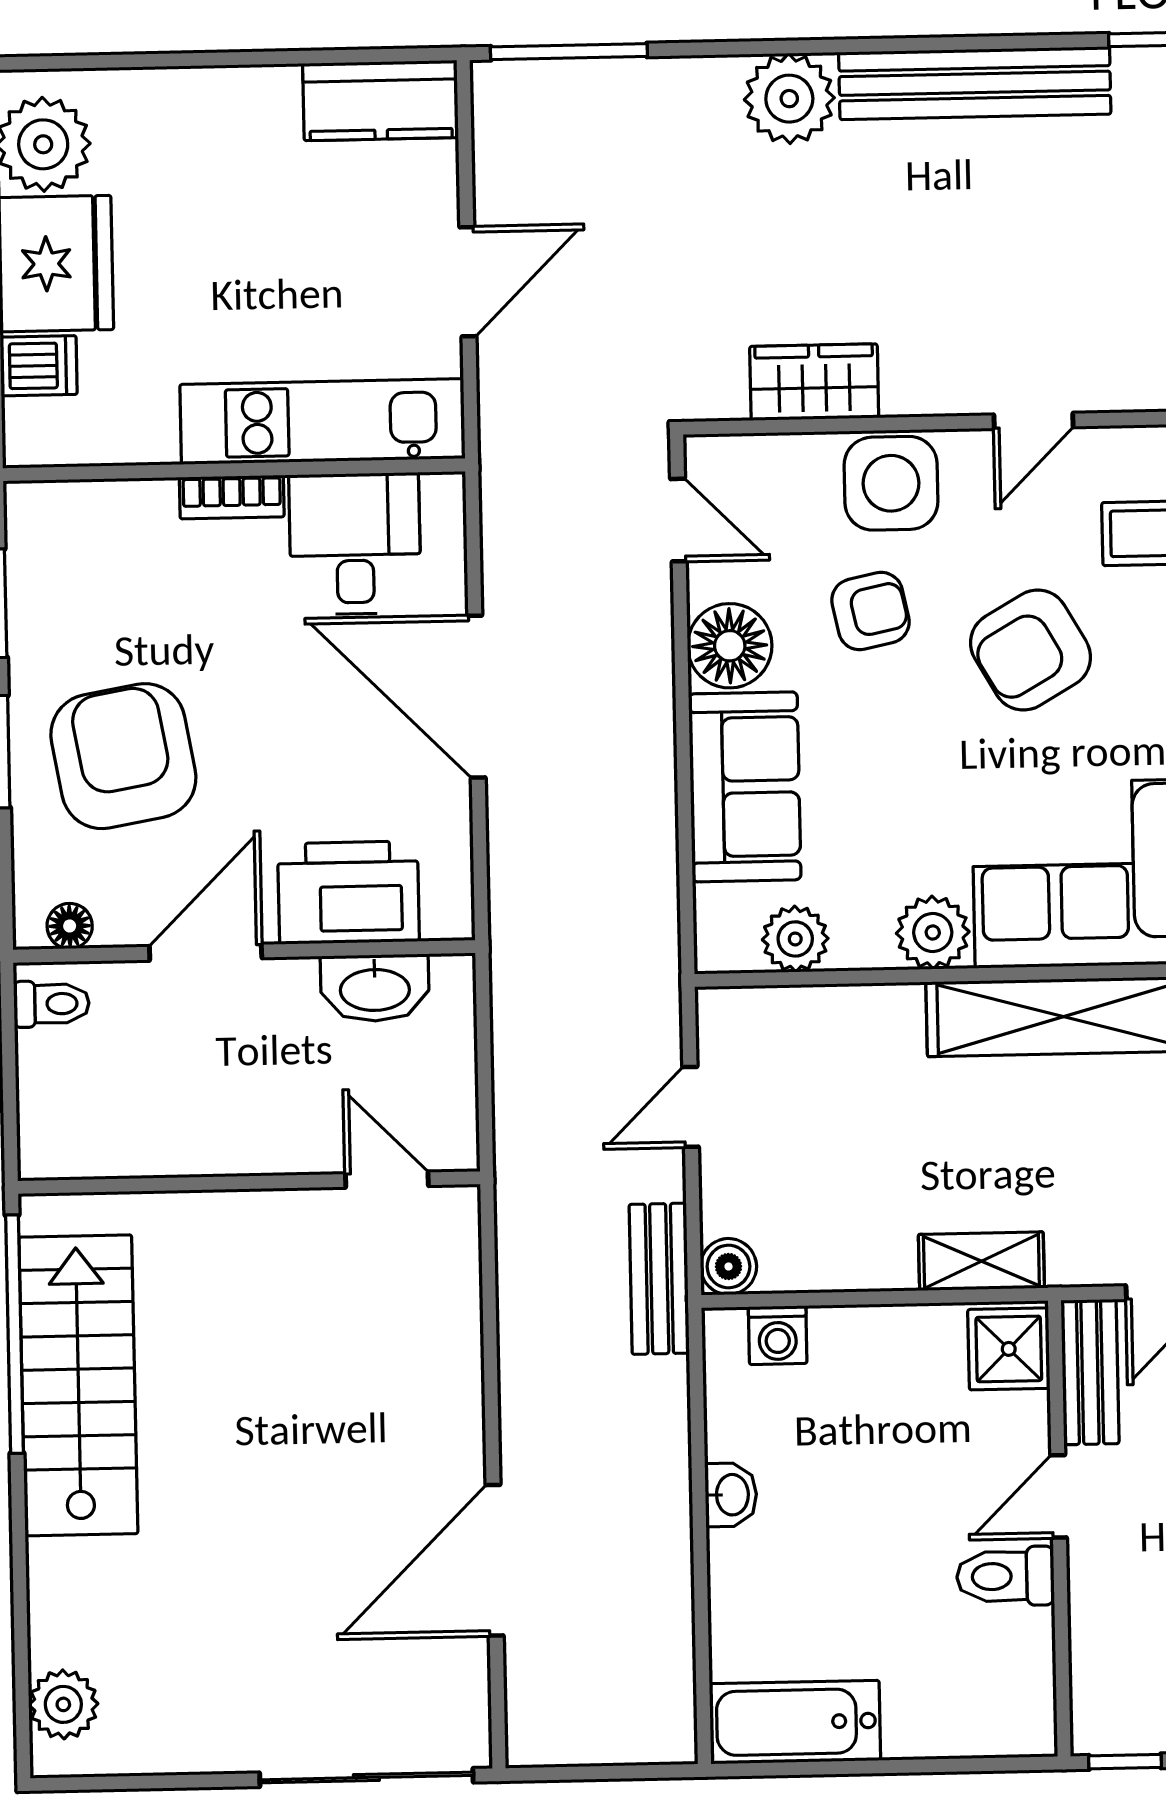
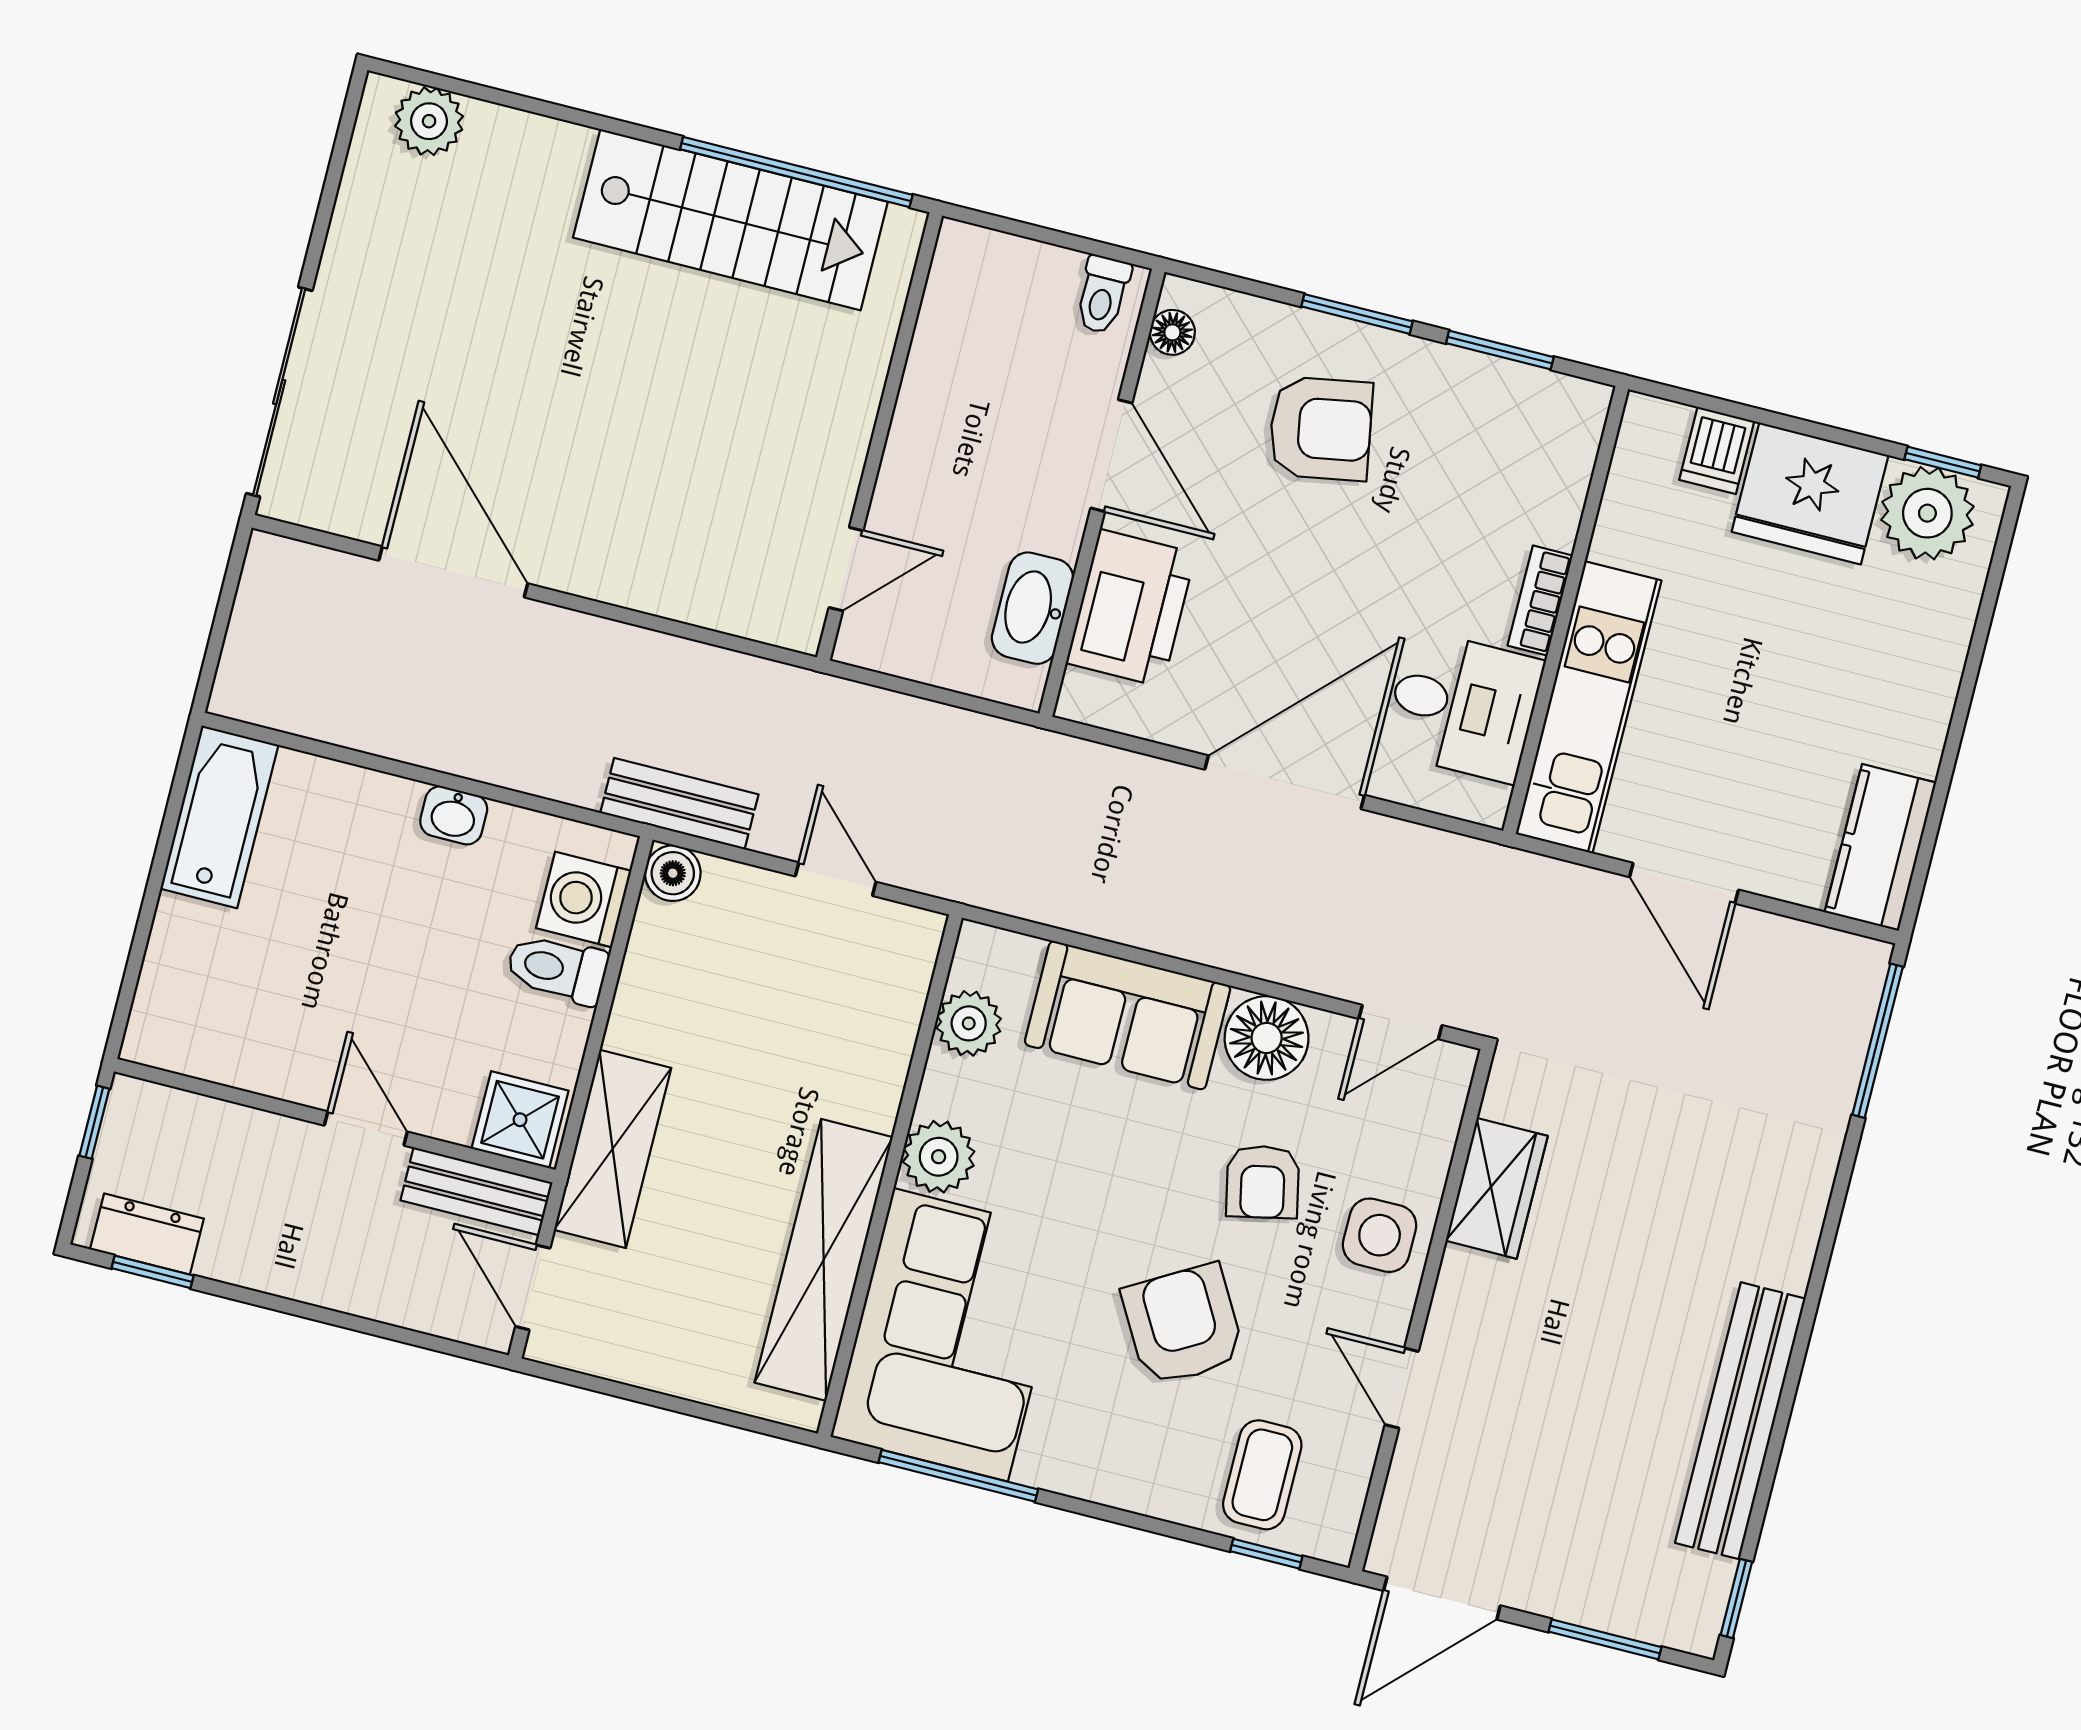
plant: (789, 99) -> (1775, 1239), removed
side table: (891, 483) -> (1380, 1235), width x0.73, depth x0.73
armchair: (123, 756) -> (1321, 429), width x0.73, depth x0.73
shelving: (981, 1261) -> (613, 1149), width x1.50, depth x1.33
washing machine: (778, 1335) -> (584, 899), width x1.38, depth x1.38
toilet: (1005, 1576) -> (557, 969), moved, turned -90

